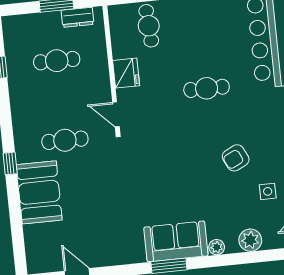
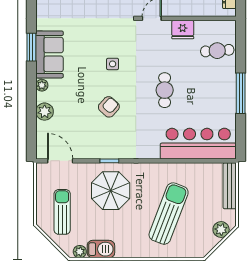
armchair: (236, 158) -> (109, 107), turned 68
side table: (268, 191) -> (113, 64), moved

